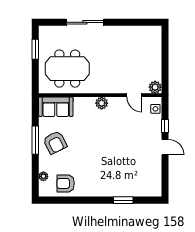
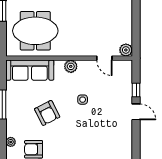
sofa: (56, 107) -> (30, 70), width x1.36
side table: (155, 109) -> (83, 100), moved
armchair: (55, 142) -> (47, 113), moved

